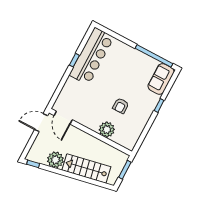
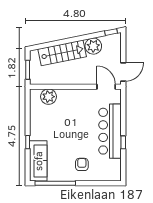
bar counter: (92, 56) -> (110, 131), moved
sofa: (161, 79) -> (38, 161), width x1.36
armchair: (121, 106) -> (82, 164), moved
plant: (107, 130) -> (48, 97), moved

